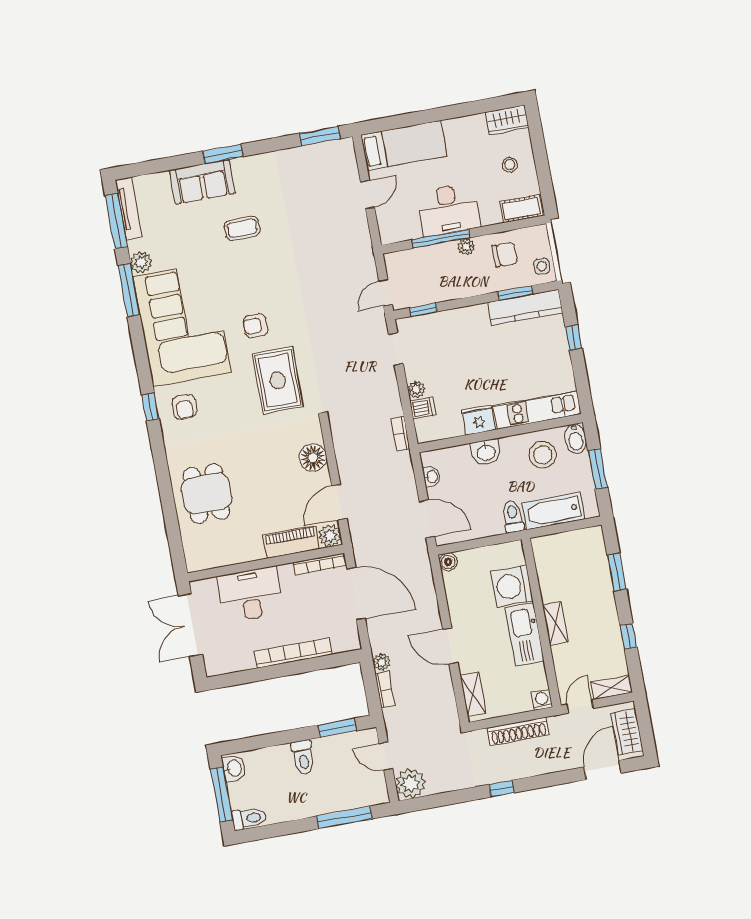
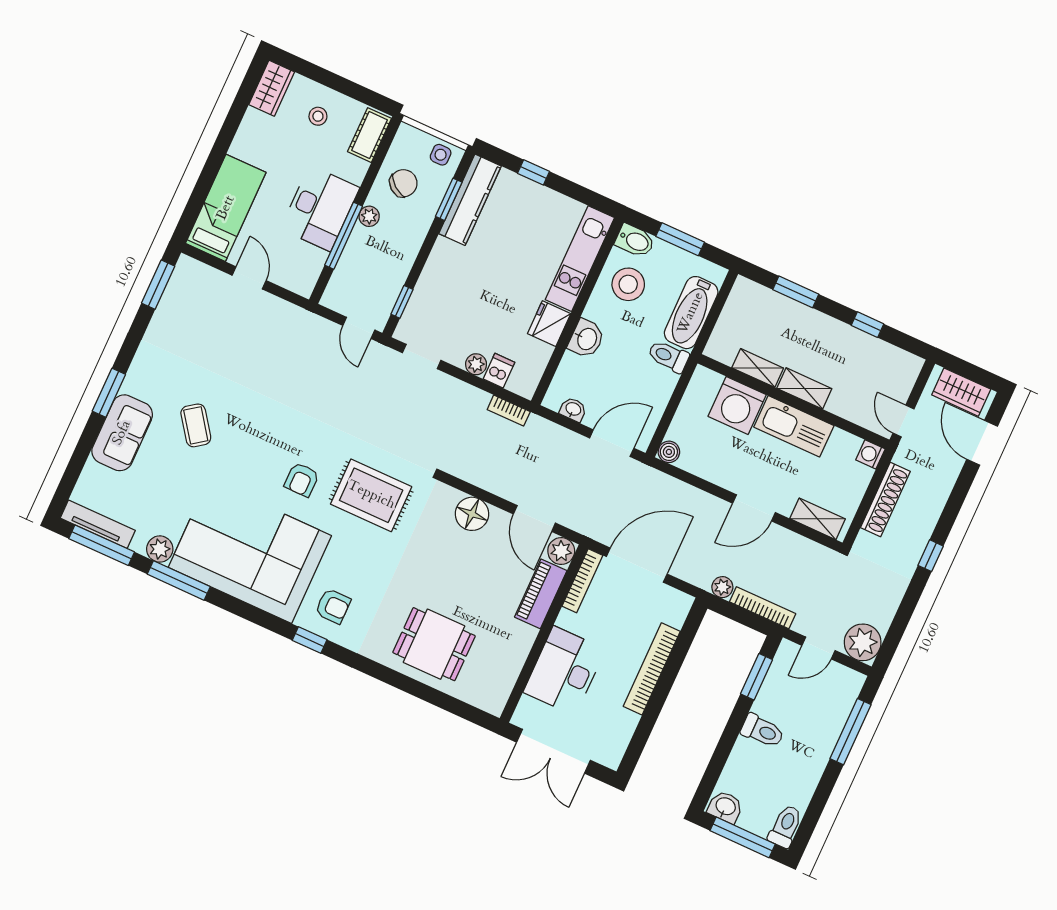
coffee table: (242, 228) -> (196, 425), turned -36
chair: (505, 254) -> (403, 183), turned 38
shelving: (612, 687) -> (758, 368), moved, turned 90
bookcase: (385, 690) -> (763, 608), width x1.56

